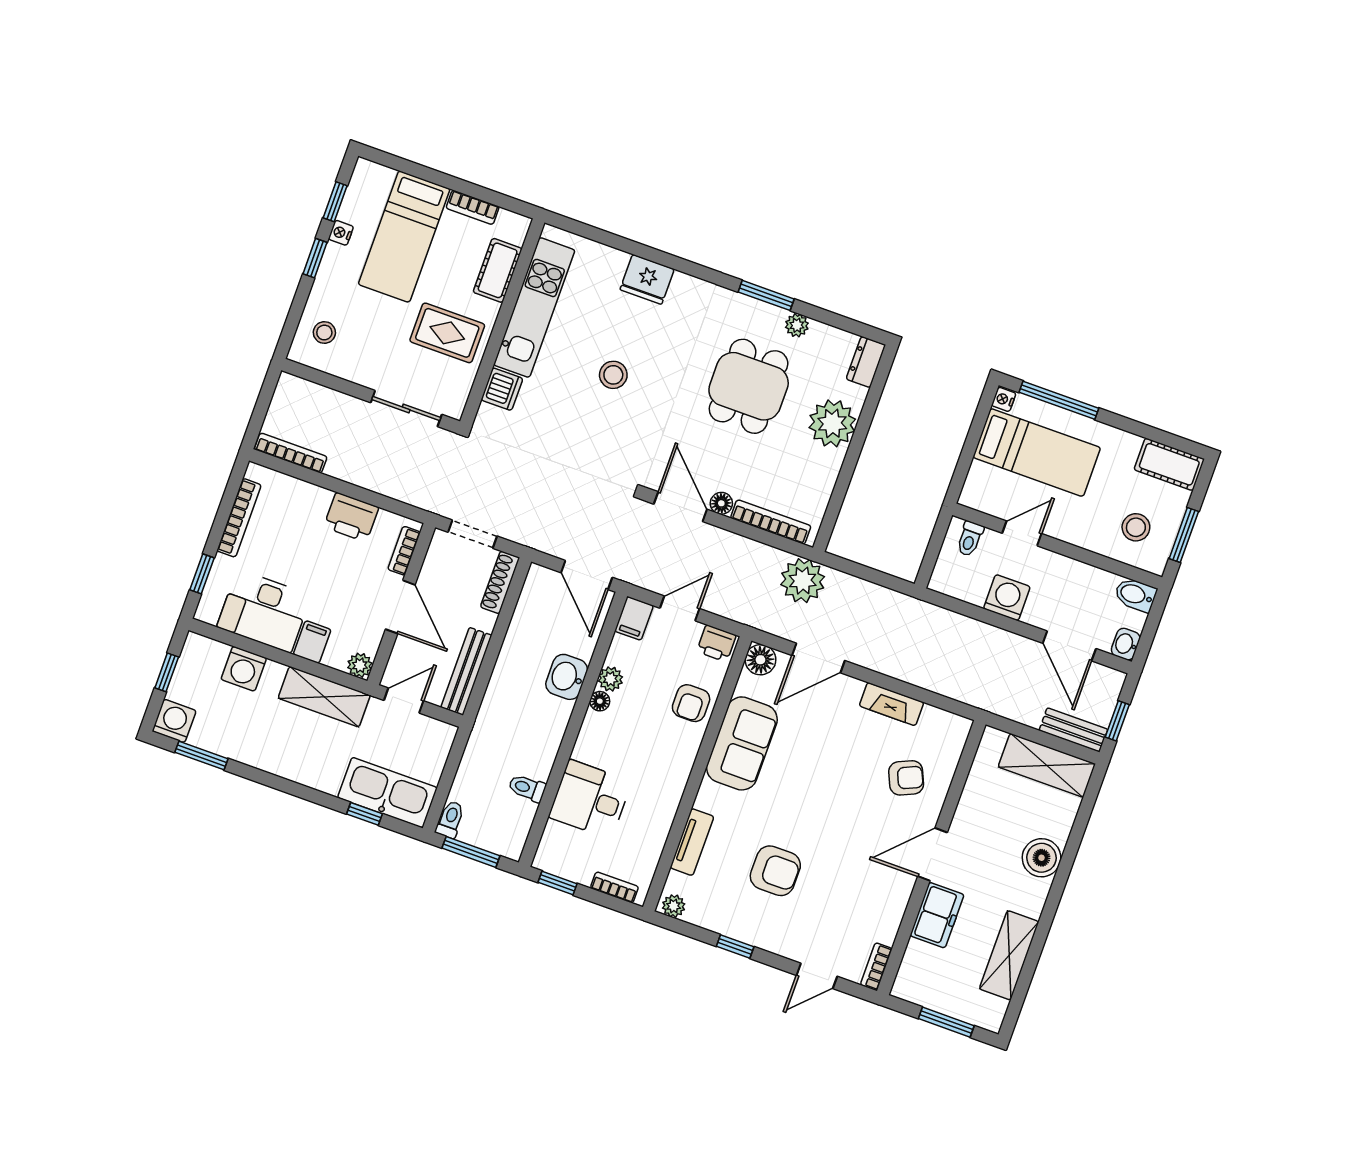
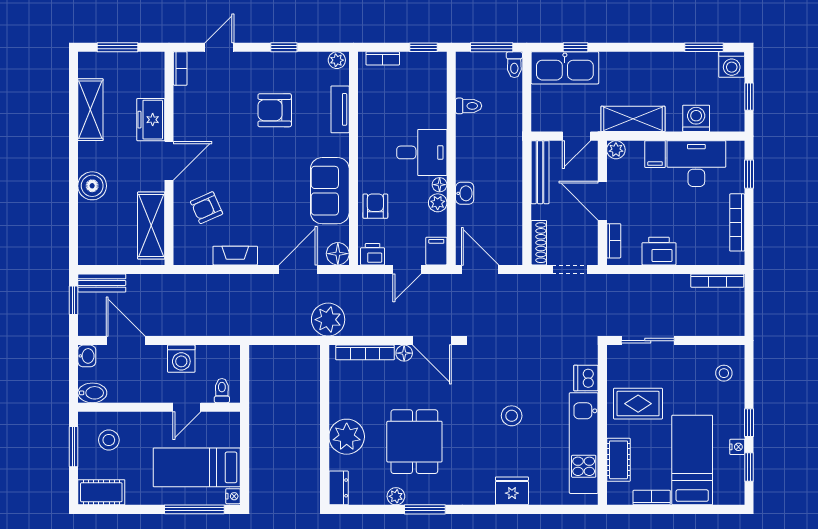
washbasin: (567, 677) -> (465, 193), width x0.72, depth x0.69
shelving: (1047, 765) -> (151, 226), moved, turned 90
desk: (590, 799) -> (422, 152), moved

